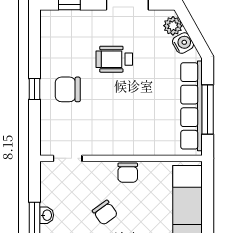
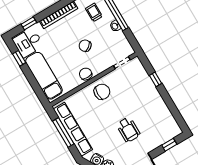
wheelchair: (114, 59) -> (128, 130), turned 90
window: (34, 89) -> (156, 79), moved
chair: (68, 89) -> (102, 92), moved

